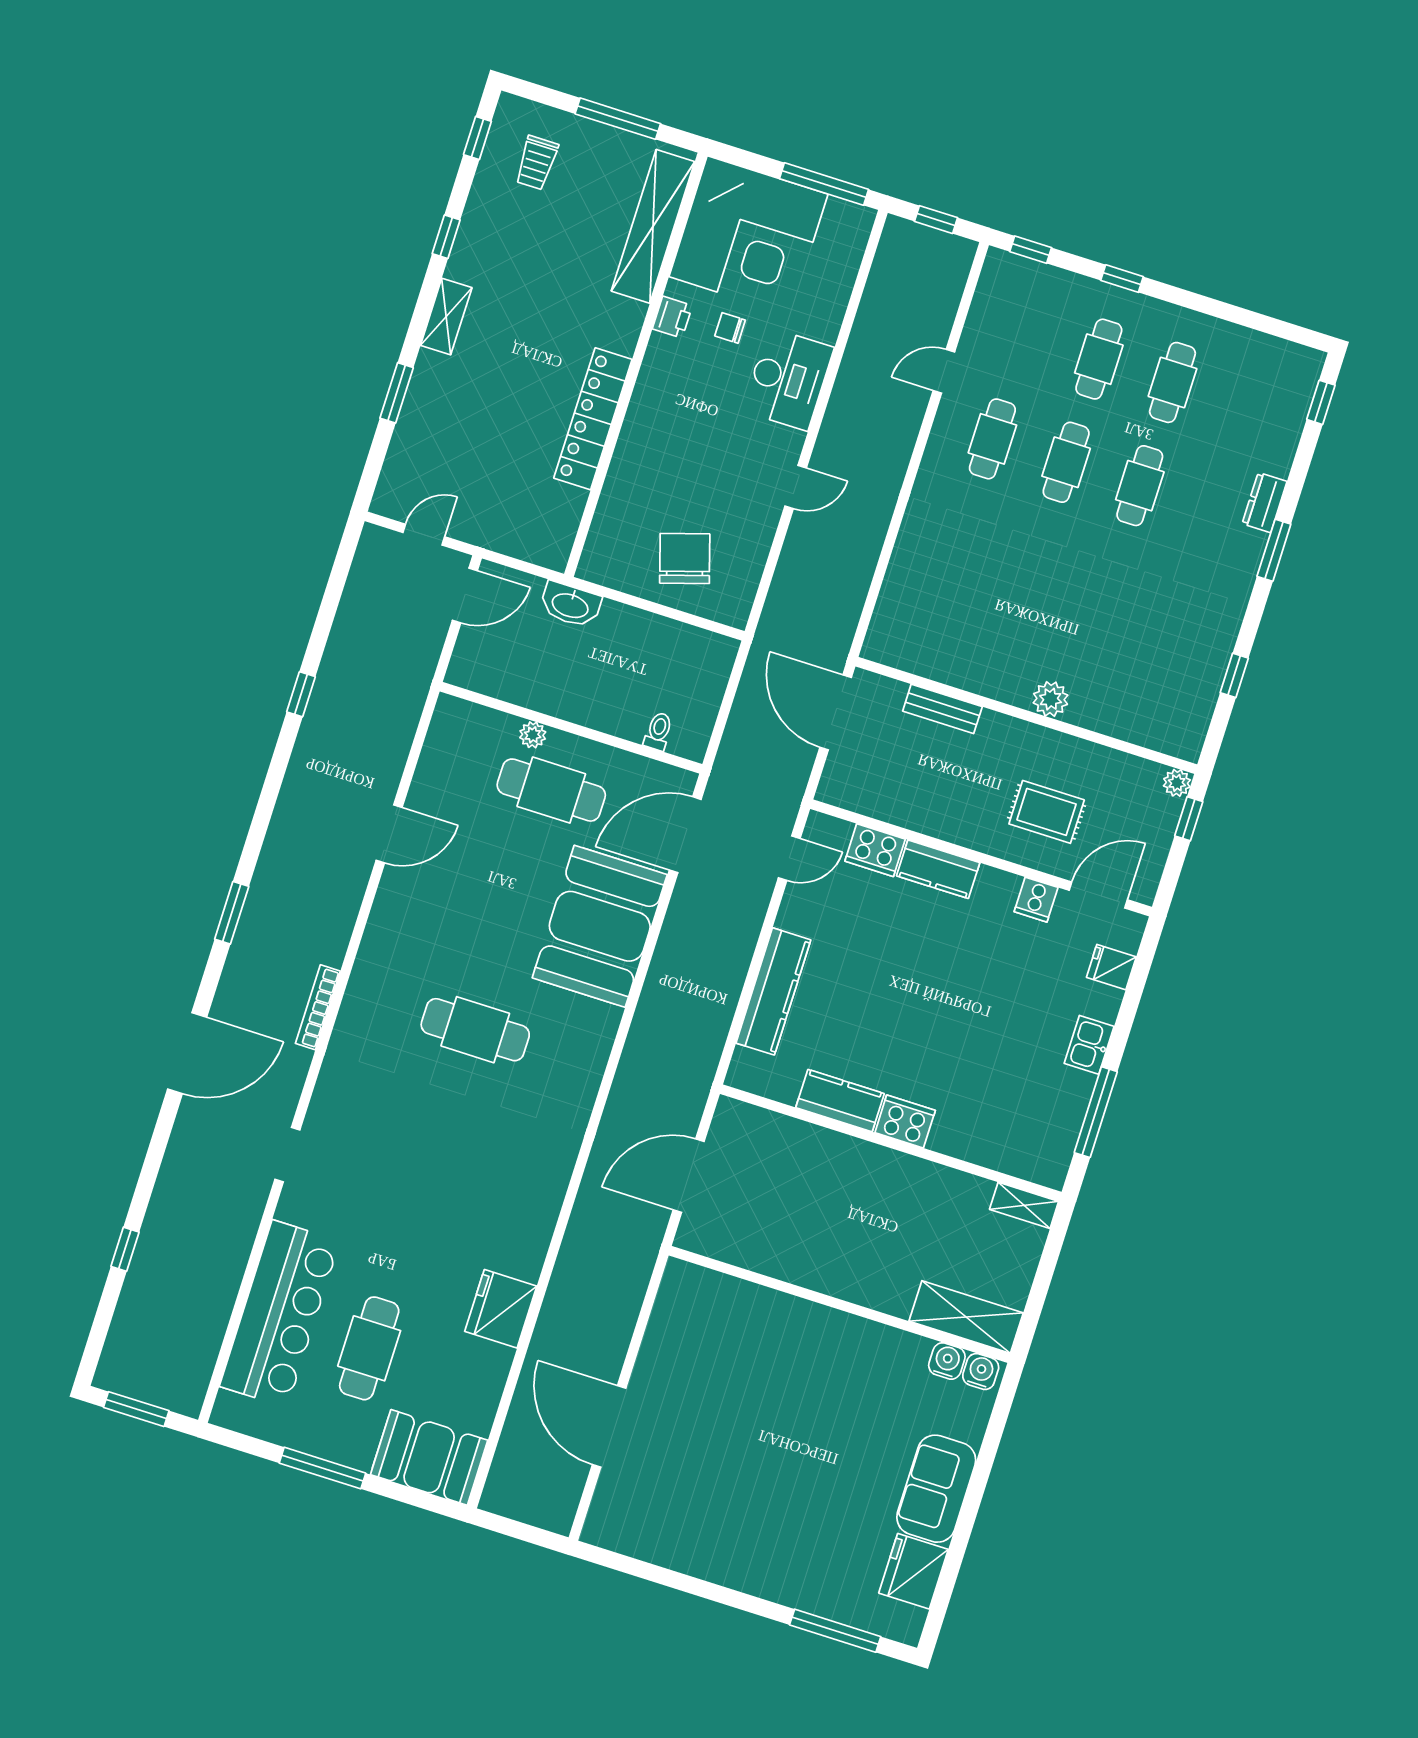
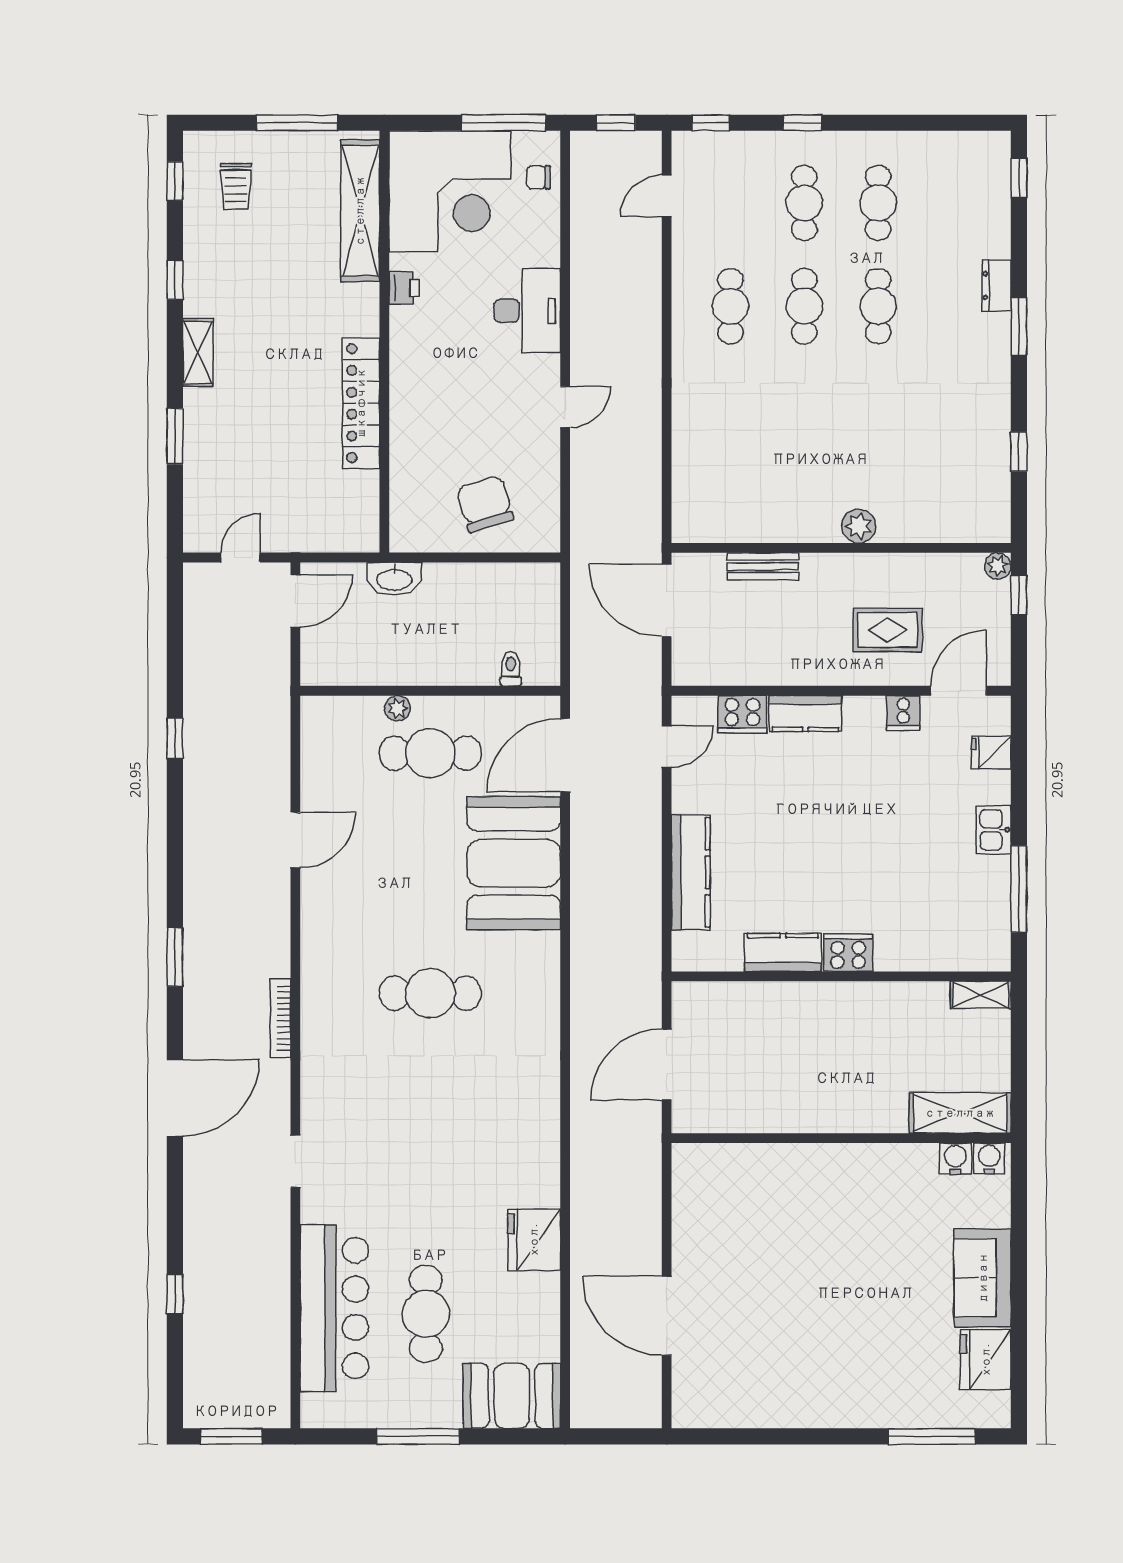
chair: (730, 328) -> (538, 177), moved
door: (944, 371) -> (667, 196), moved

